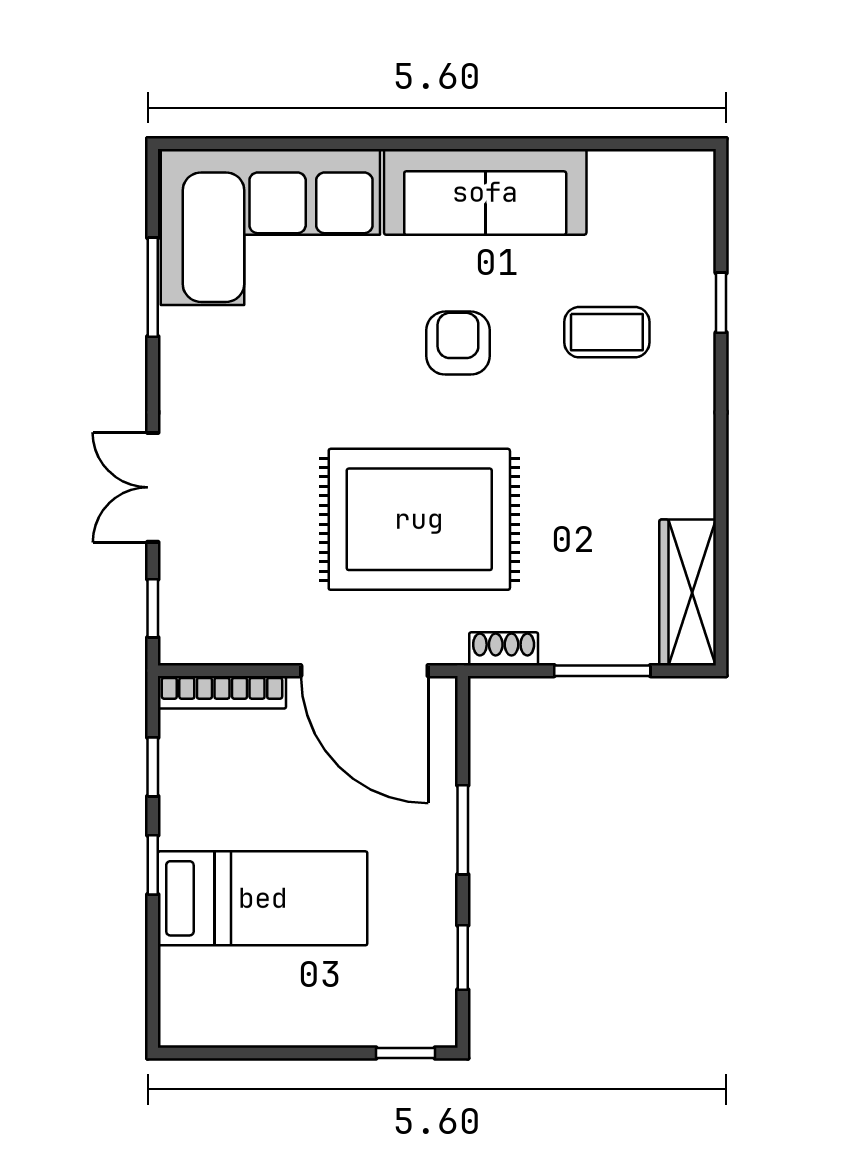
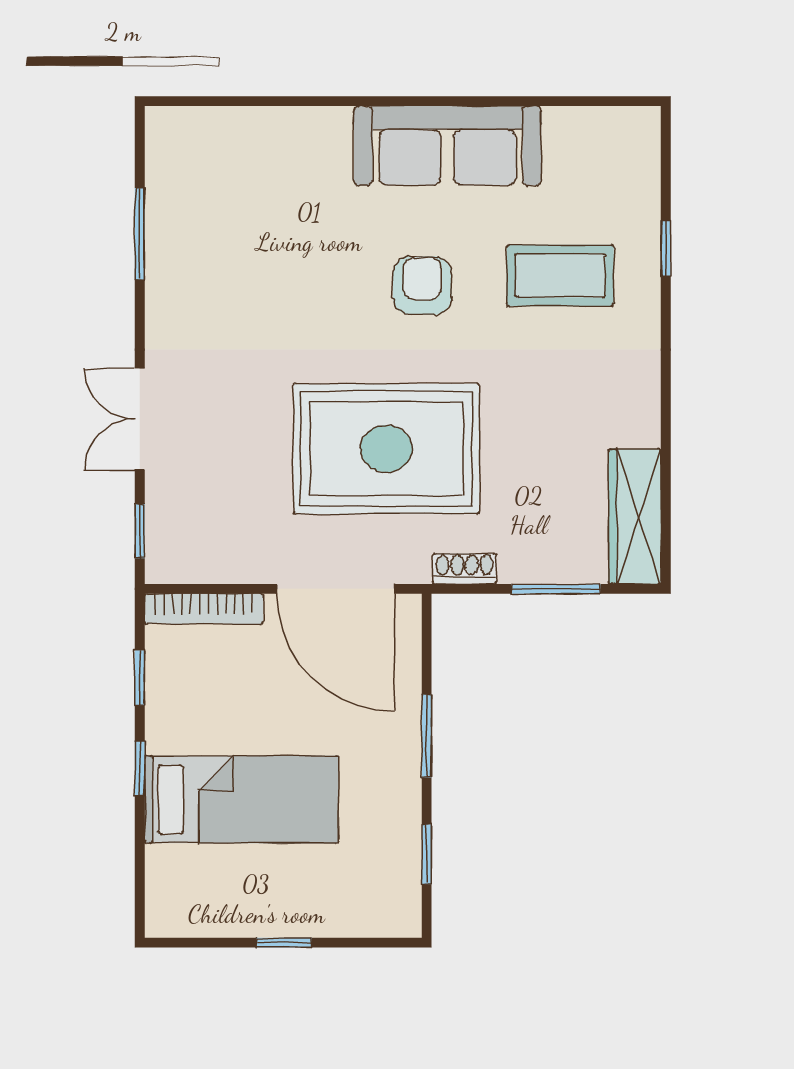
corner sofa: (270, 227) -> (249, 178), removed
coffee table: (607, 332) -> (560, 275), width x1.36, depth x1.30
window: (405, 1053) -> (284, 943), moved

